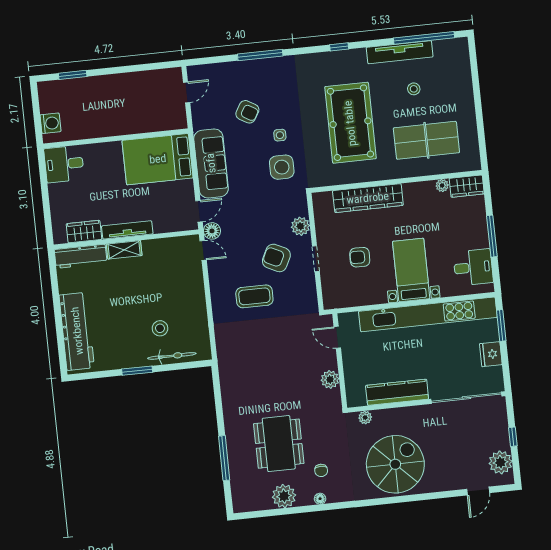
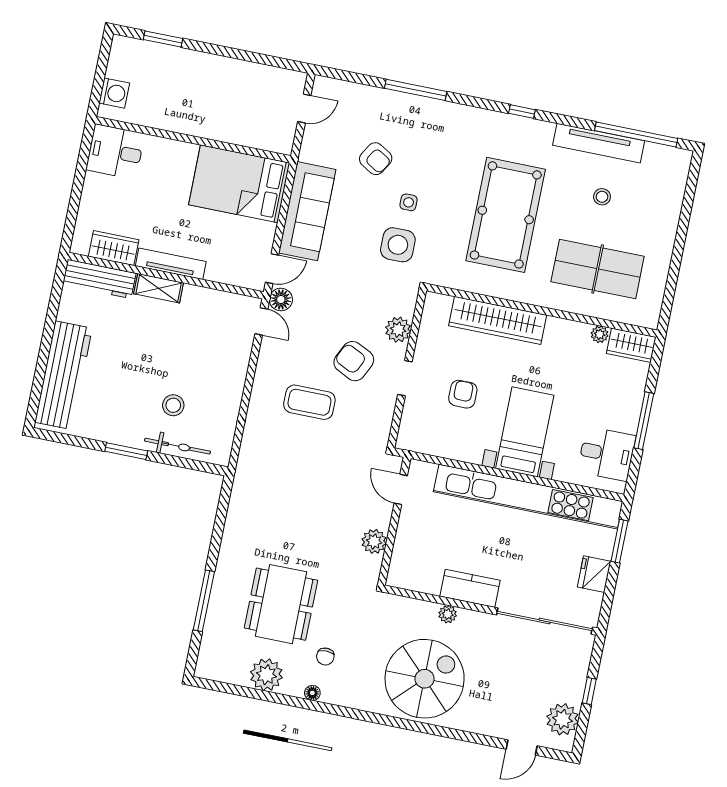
armchair: (360, 257) -> (463, 394), turned 88
kitchen counter: (397, 392) -> (470, 588), width x0.67
plant: (365, 418) -> (448, 614), moved

